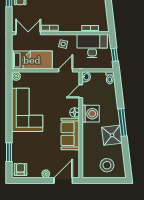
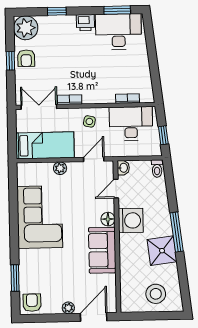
plant: (16, 76) -> (60, 168), moved

